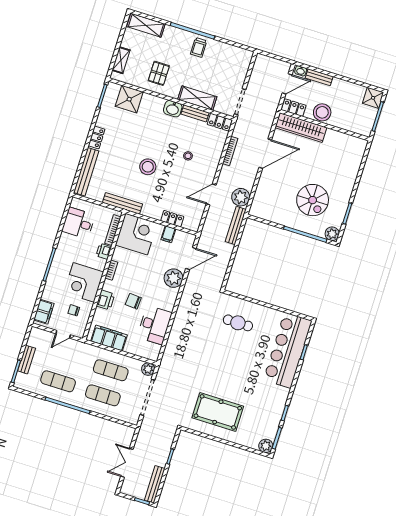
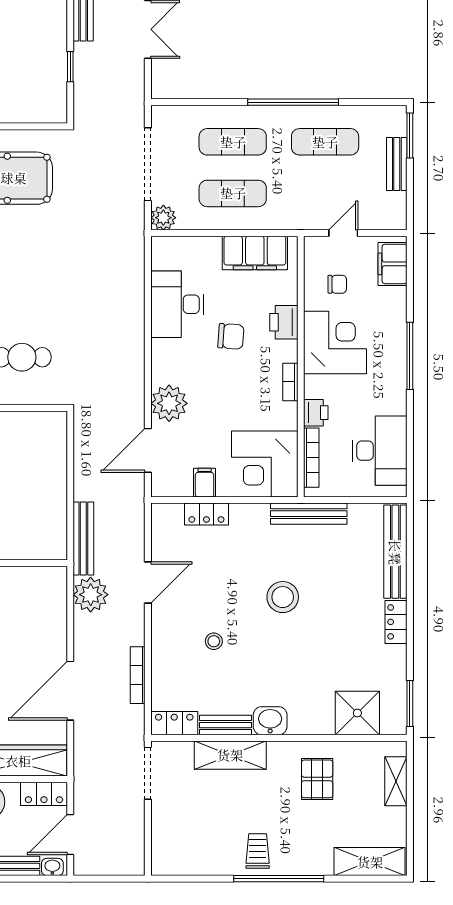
desk: (78, 223) -> (380, 451), width x1.37

